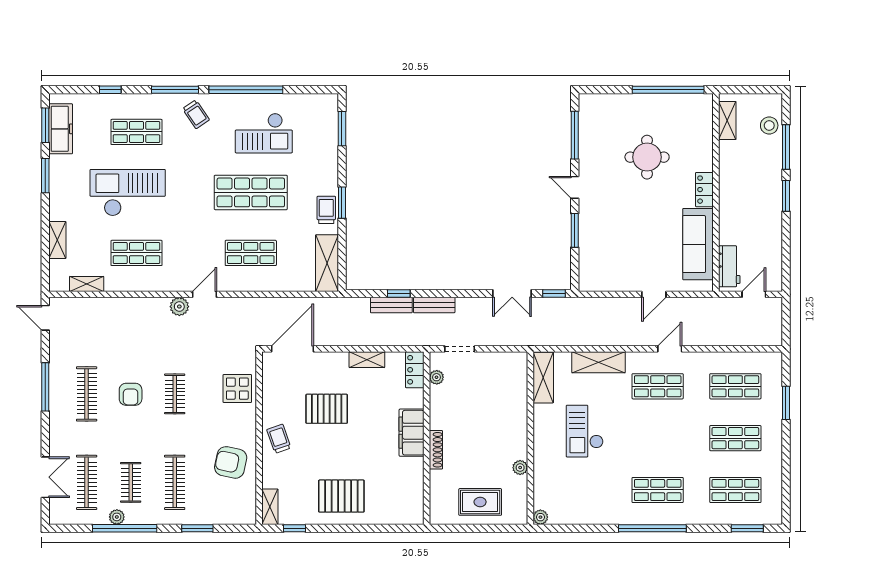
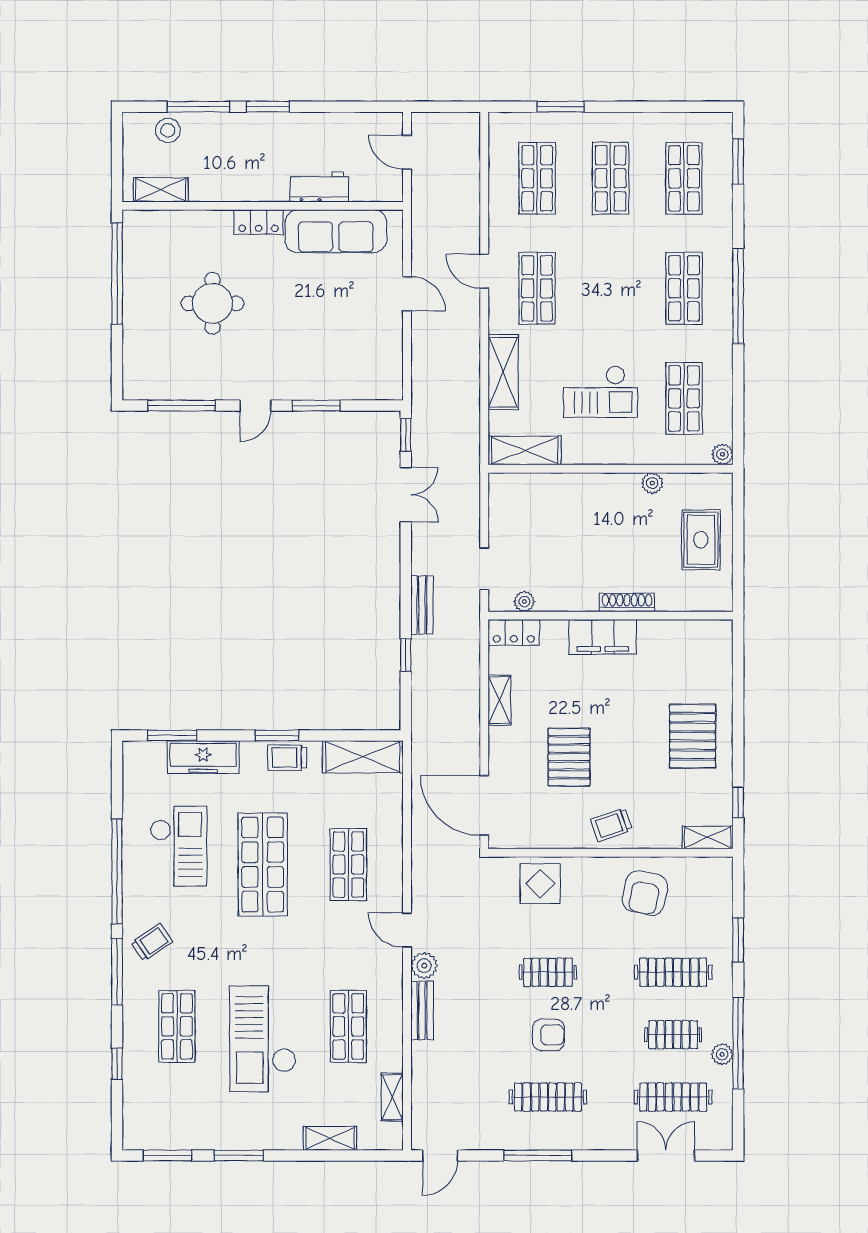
freezer: (61, 129) -> (203, 757), moved, turned 180
workbench: (729, 266) -> (319, 187), moved
bench: (391, 305) -> (422, 1010), moved
shop shelf: (580, 490) -> (684, 398), added

